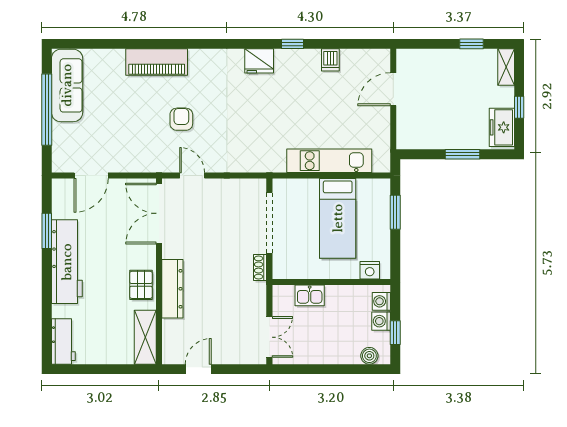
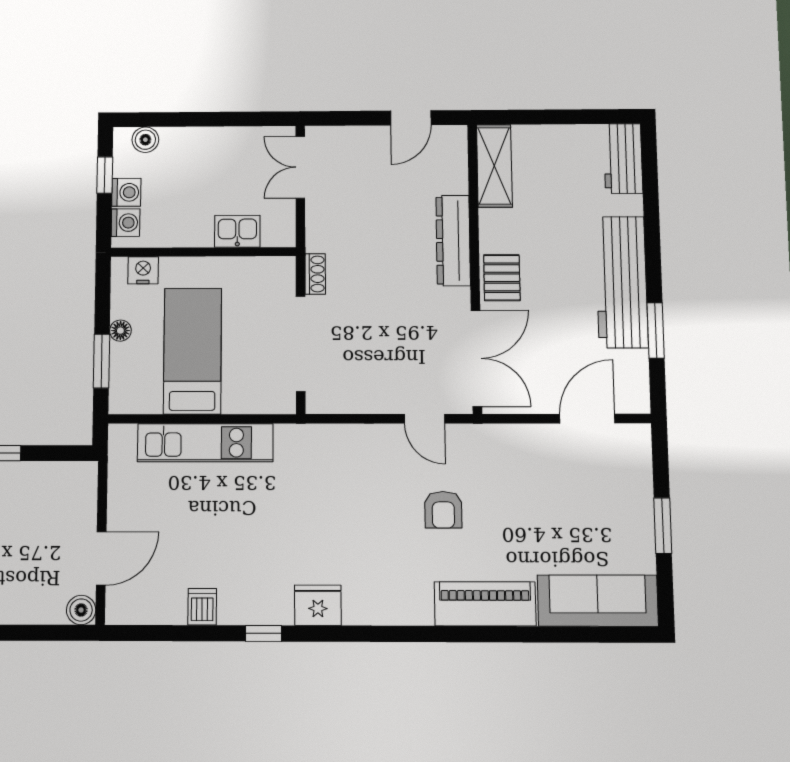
boiler: (405, 58) -> (81, 610), added
sofa: (67, 85) -> (598, 601), moved, turned 90
window: (47, 110) -> (663, 526), width x0.47
floor lamp: (384, 232) -> (120, 331), added
pallet: (141, 285) -> (502, 278), moved

